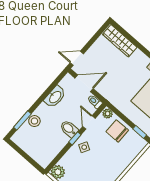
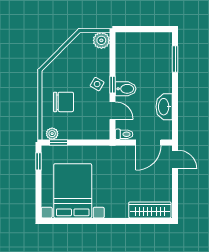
door: (77, 58) -> (175, 159), hinge flipped
plant: (108, 114) -> (52, 134), moved
stool: (34, 121) -> (164, 68), removed
chair: (117, 131) -> (63, 102), moved

